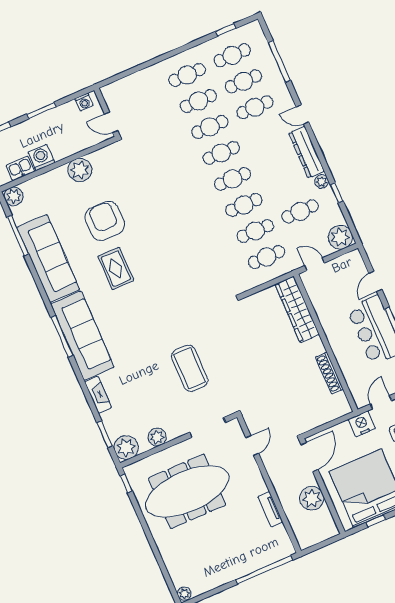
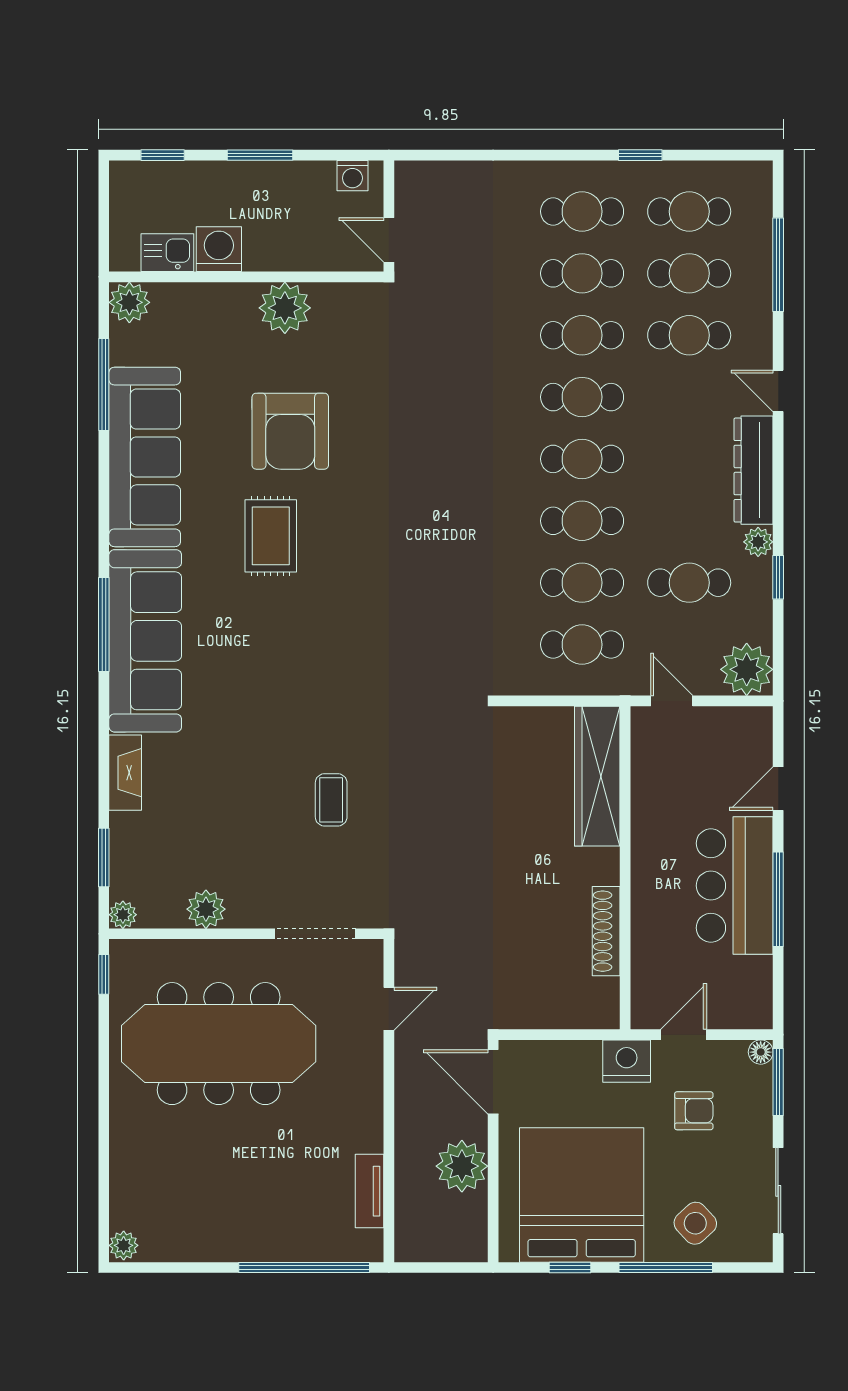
window: (226, 30) -> (640, 155), moved
armchair: (105, 221) -> (290, 431), turned 180
coffee table: (190, 368) -> (331, 800), width x0.54, depth x0.58
plant: (126, 448) -> (123, 915), width x0.53, depth x0.53
door: (309, 457) -> (493, 1082), swing flipped
tv unit: (270, 509) -> (370, 1191), moved

